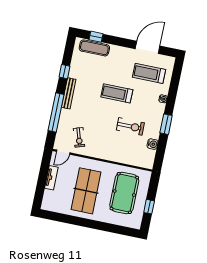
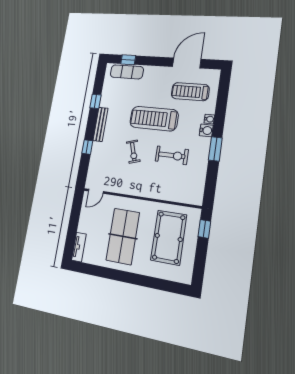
treadmill: (117, 93) -> (154, 119), width x1.37, depth x1.38
window: (56, 113) -> (87, 147), width x0.32
exercise bike: (79, 137) -> (133, 152), moved
water cooler: (153, 144) -> (206, 130), moved
tv unit: (51, 178) -> (79, 247), moved
window: (149, 207) -> (204, 229), moved

